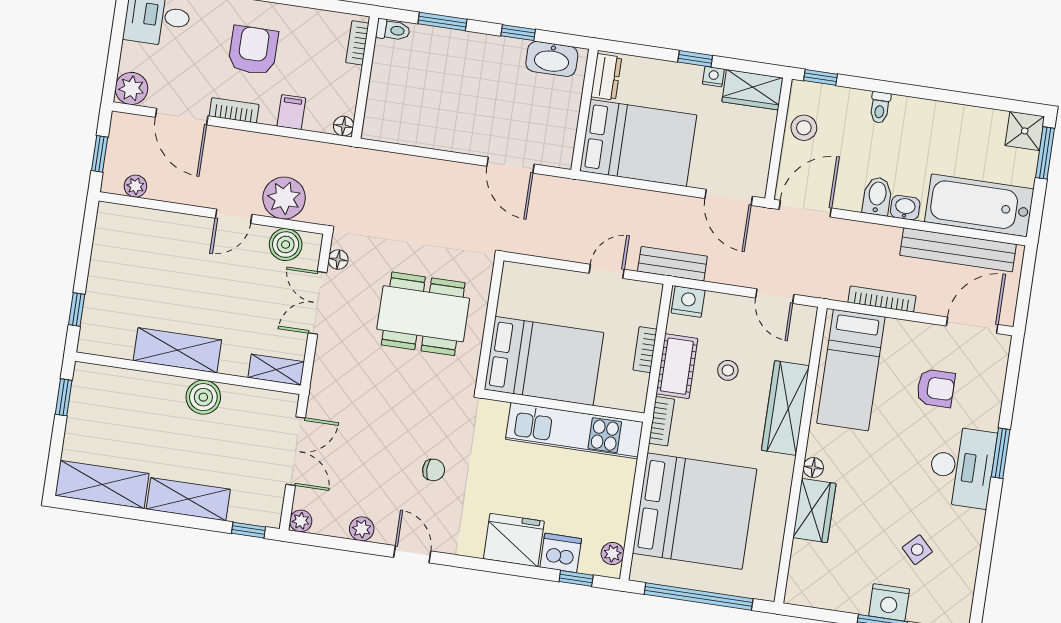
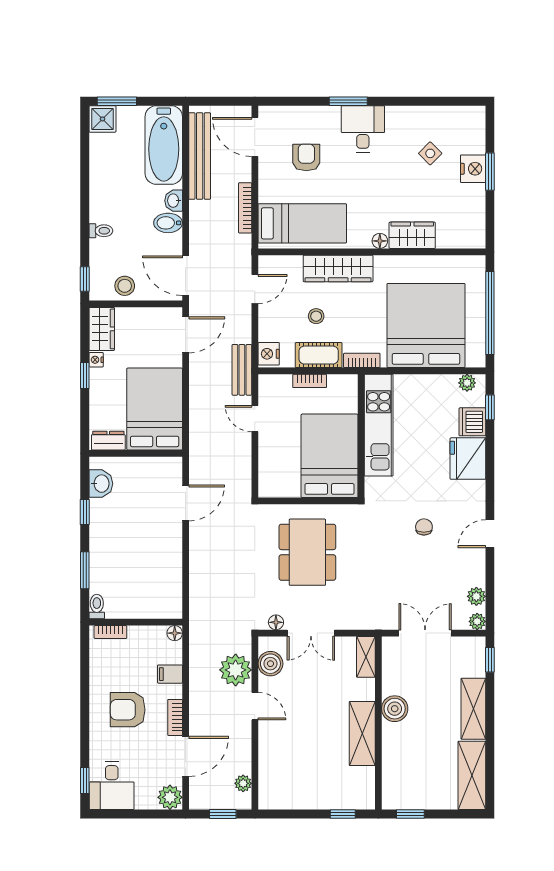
washbasin: (552, 59) -> (101, 484), width x0.72
desk: (962, 467) -> (363, 129), width x0.73
plant: (362, 529) -> (476, 596), moved

